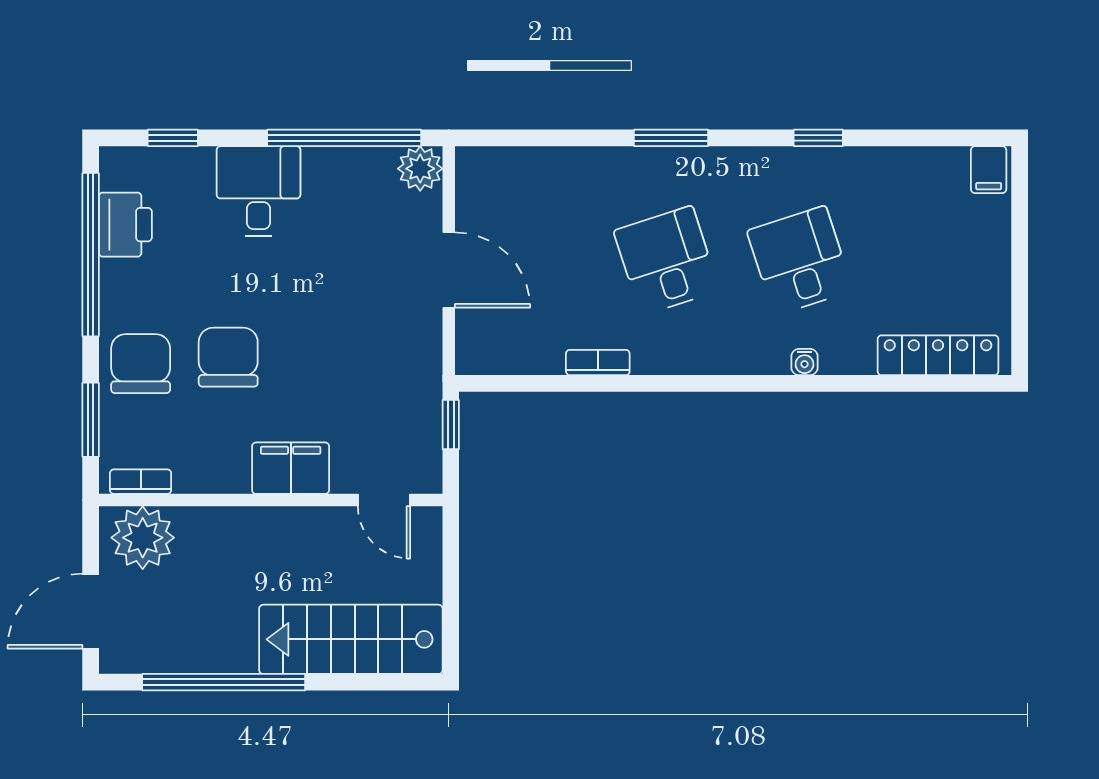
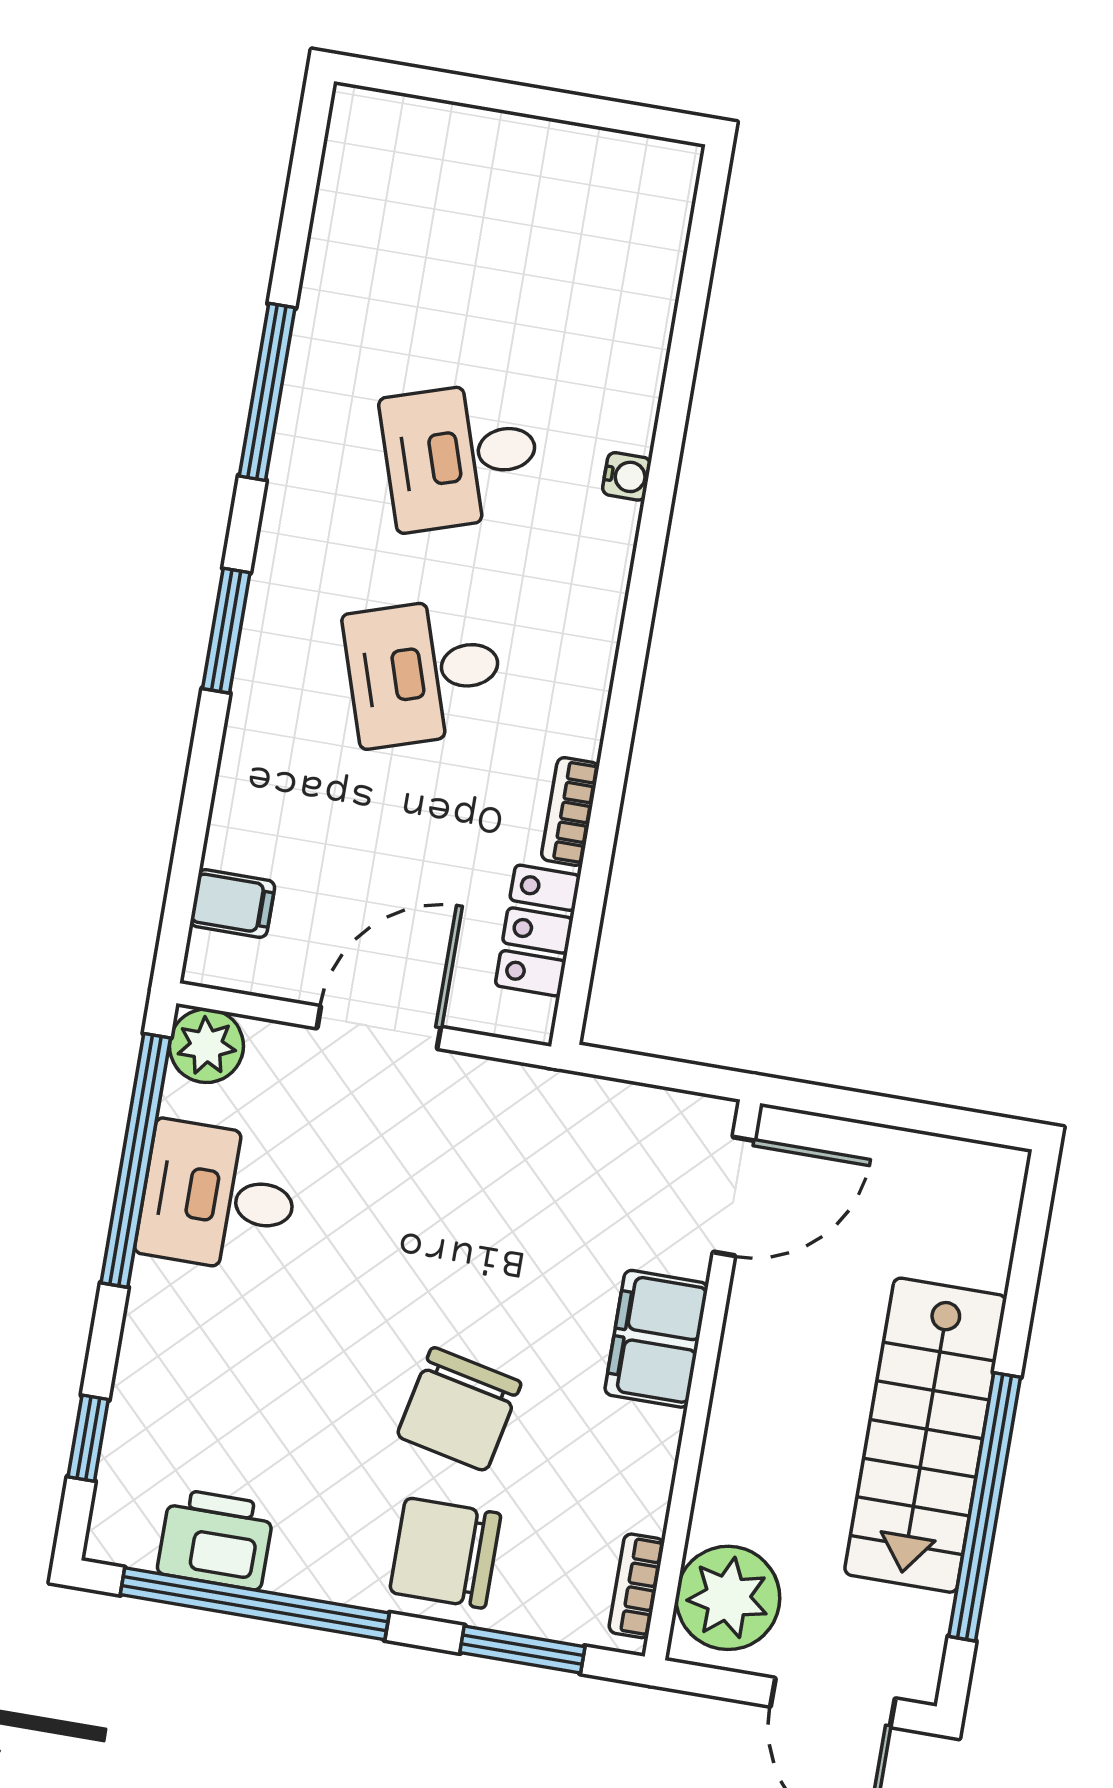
window: (818, 138) -> (267, 392), width x2.17
filing cabinet: (989, 170) -> (233, 904), moved
desk: (258, 191) -> (218, 1197), moved
locker: (938, 355) -> (538, 931), moved, width x0.66
chair: (228, 357) -> (459, 1409), turned -78
window: (451, 425) -> (630, 1067), removed
door: (384, 500) -> (734, 1196), width x1.38
stairs: (351, 639) -> (925, 1435), moved

